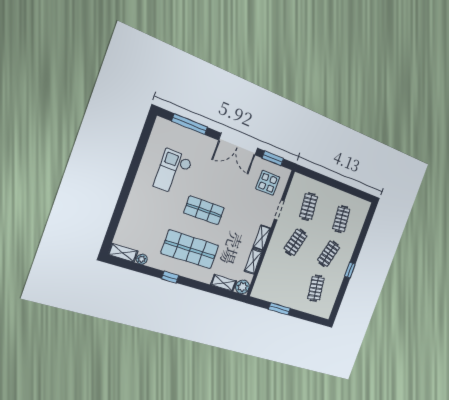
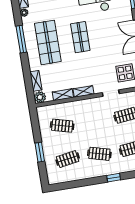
clothes rail: (296, 242) -> (62, 126), moved
window: (350, 270) -> (114, 178), moved
window: (170, 277) -> (21, 39), width x2.17
window: (279, 309) -> (40, 152), moved

